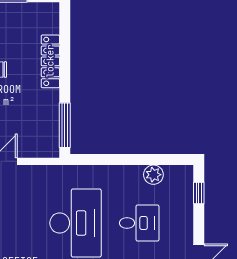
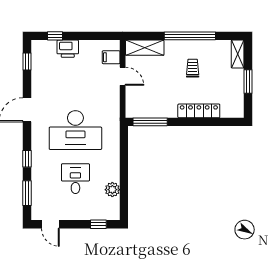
desk: (139, 223) -> (75, 179), turned 180

